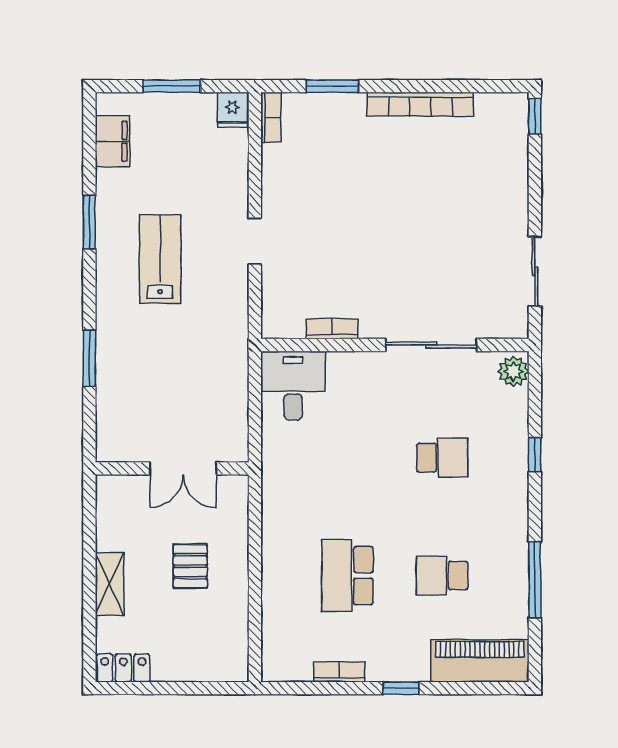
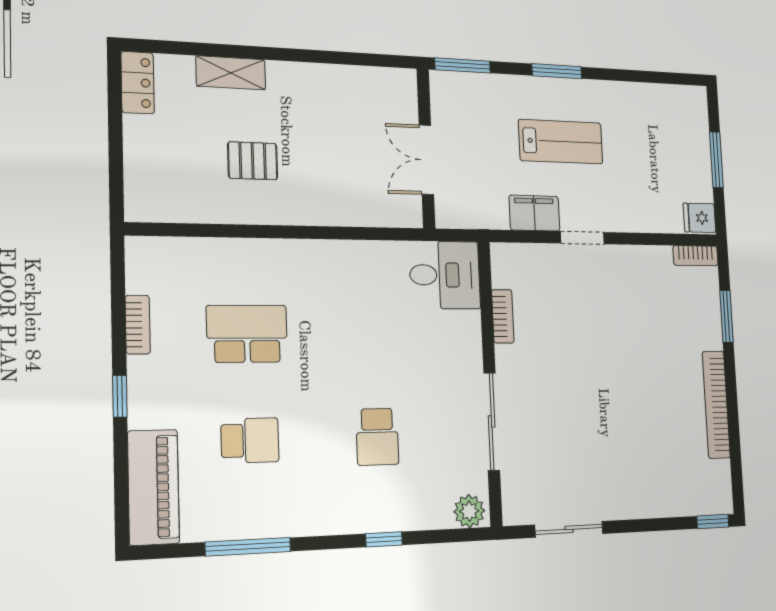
filing cabinet: (113, 141) -> (534, 213), moved, turned 180
window: (89, 222) -> (557, 71), moved
wall: (172, 468) -> (426, 148), moved
double door: (183, 468) -> (426, 160), moved
school desk: (442, 576) -> (250, 440), turned 90

